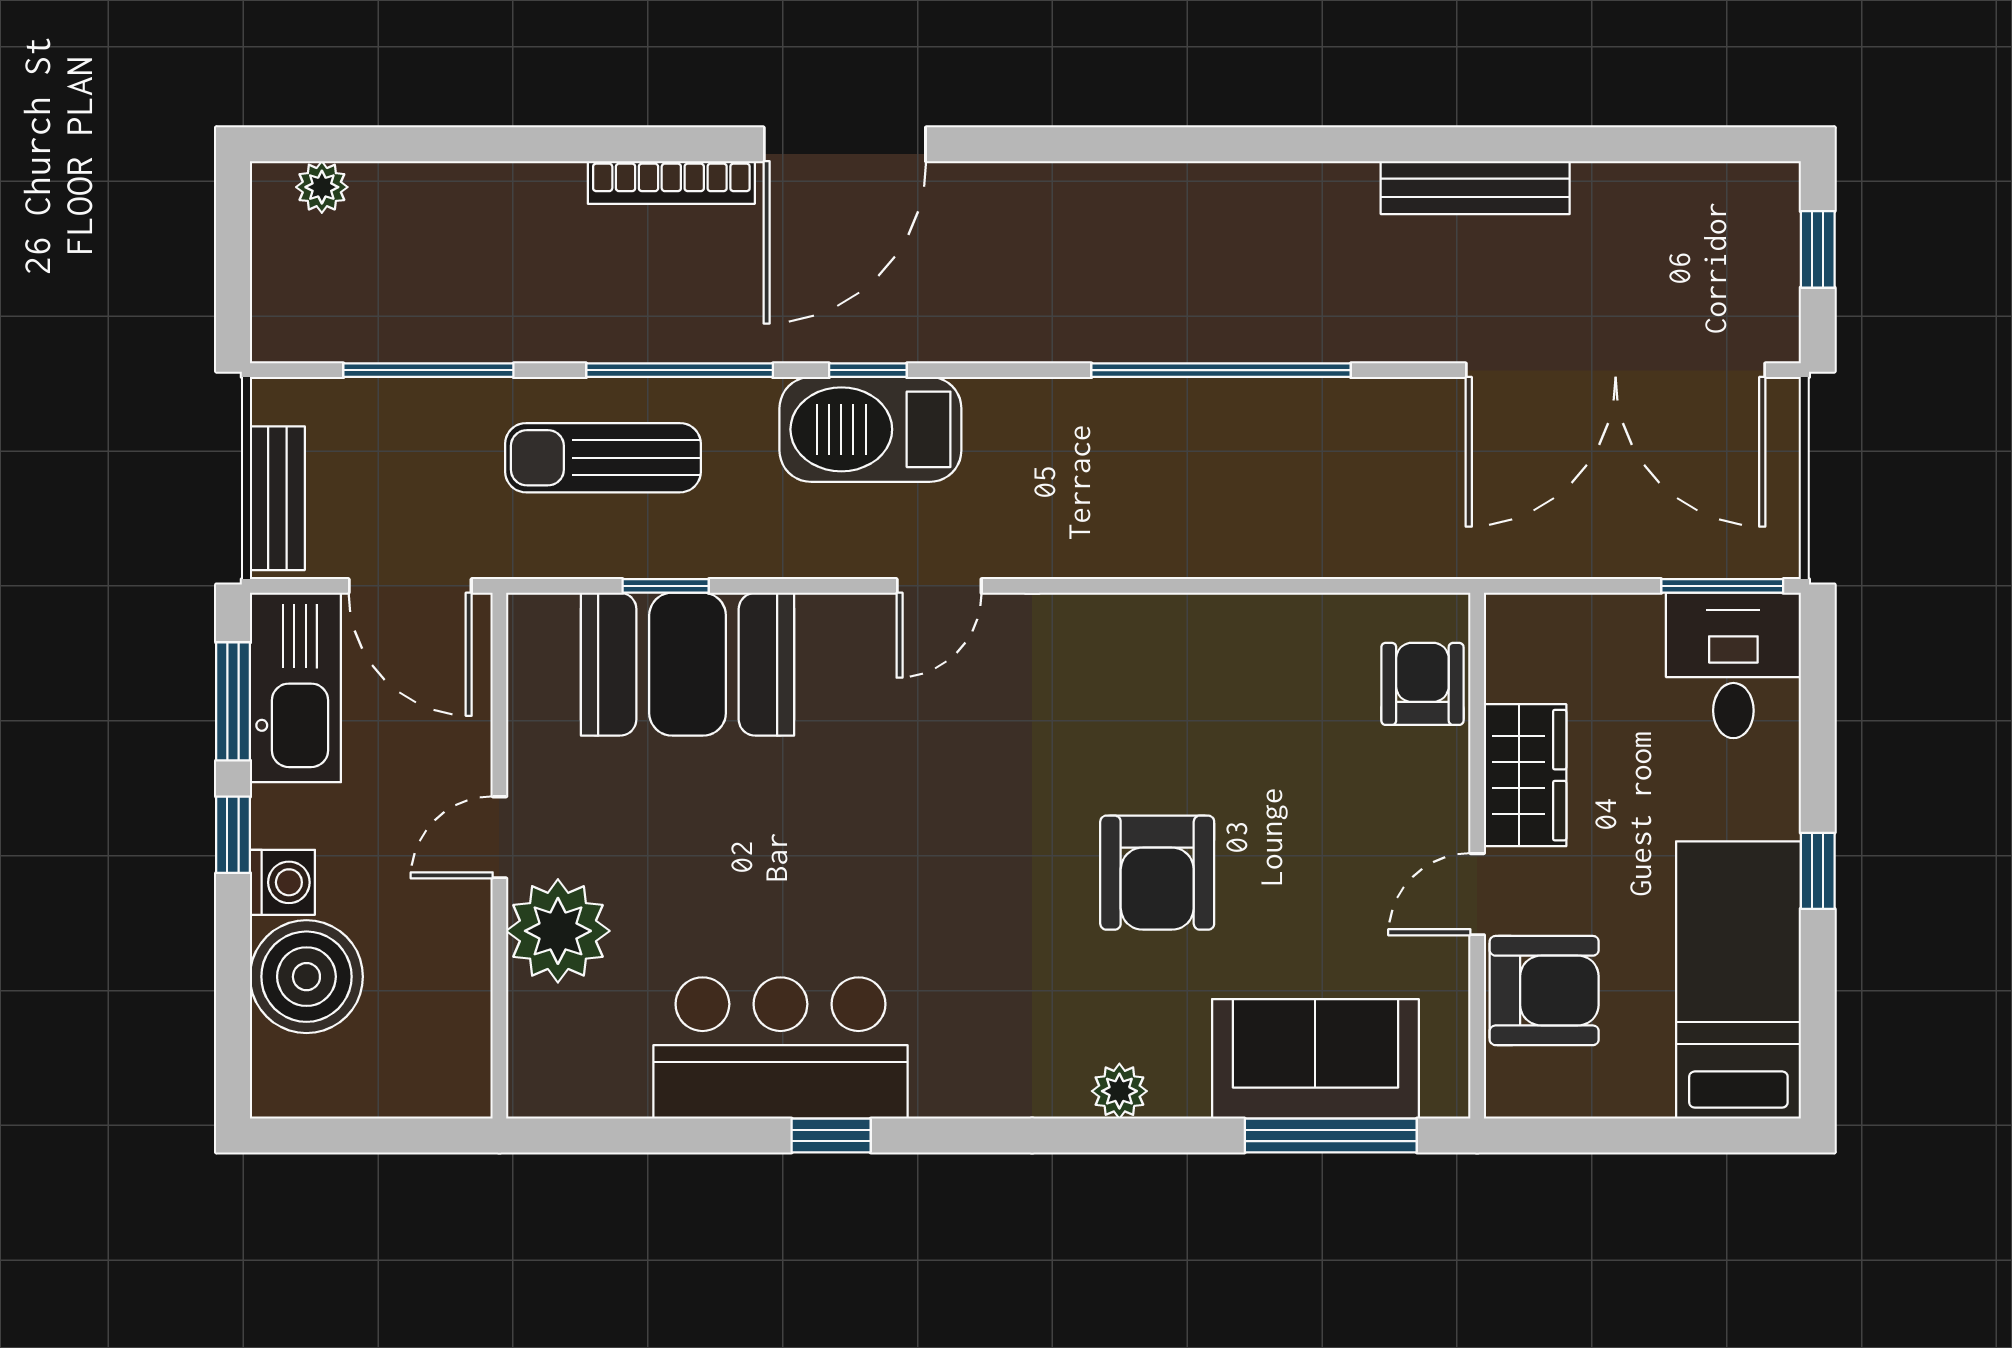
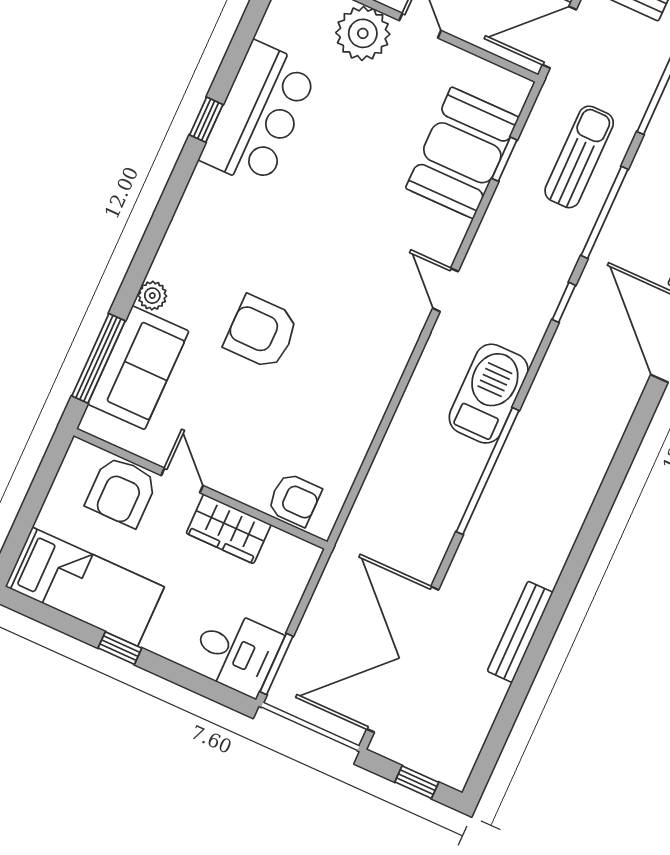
barbecue: (870, 429) -> (489, 394), moved
plant: (1119, 1091) -> (152, 296), moved

